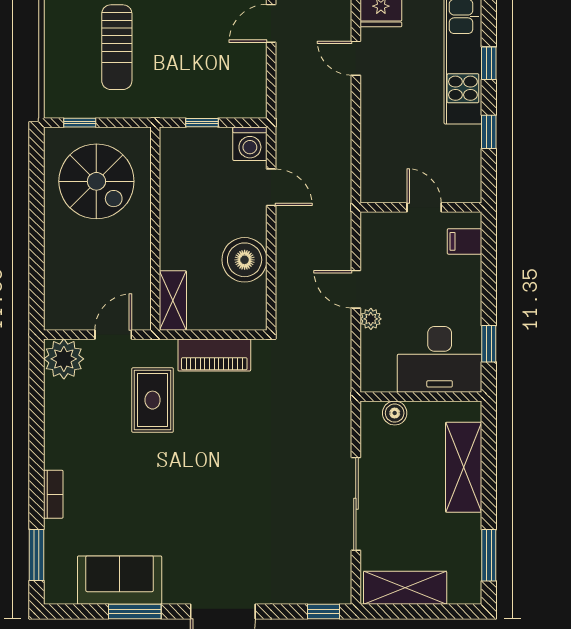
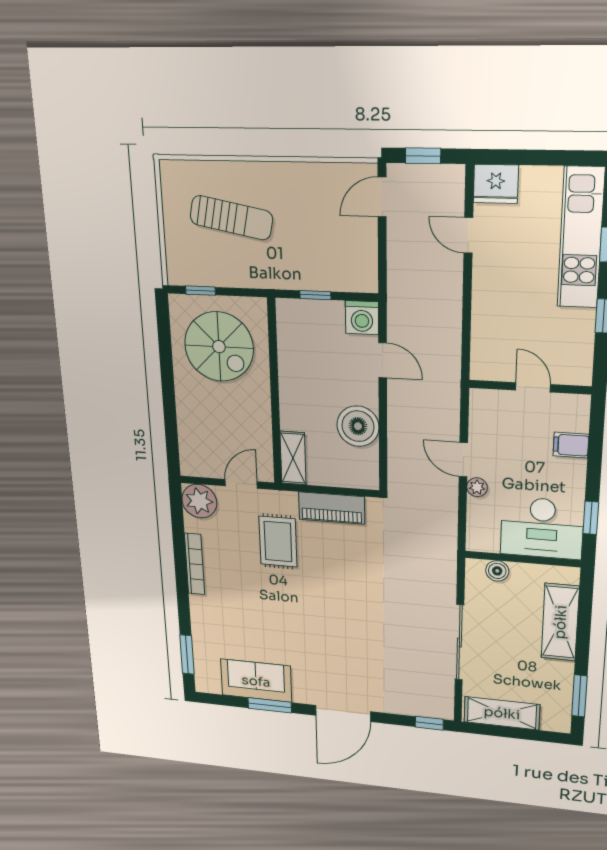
sun lounger: (117, 47) -> (231, 218), turned -79
filing cabinet: (465, 241) -> (571, 445), moved
bookcase: (53, 494) -> (195, 564), moved, width x1.56

